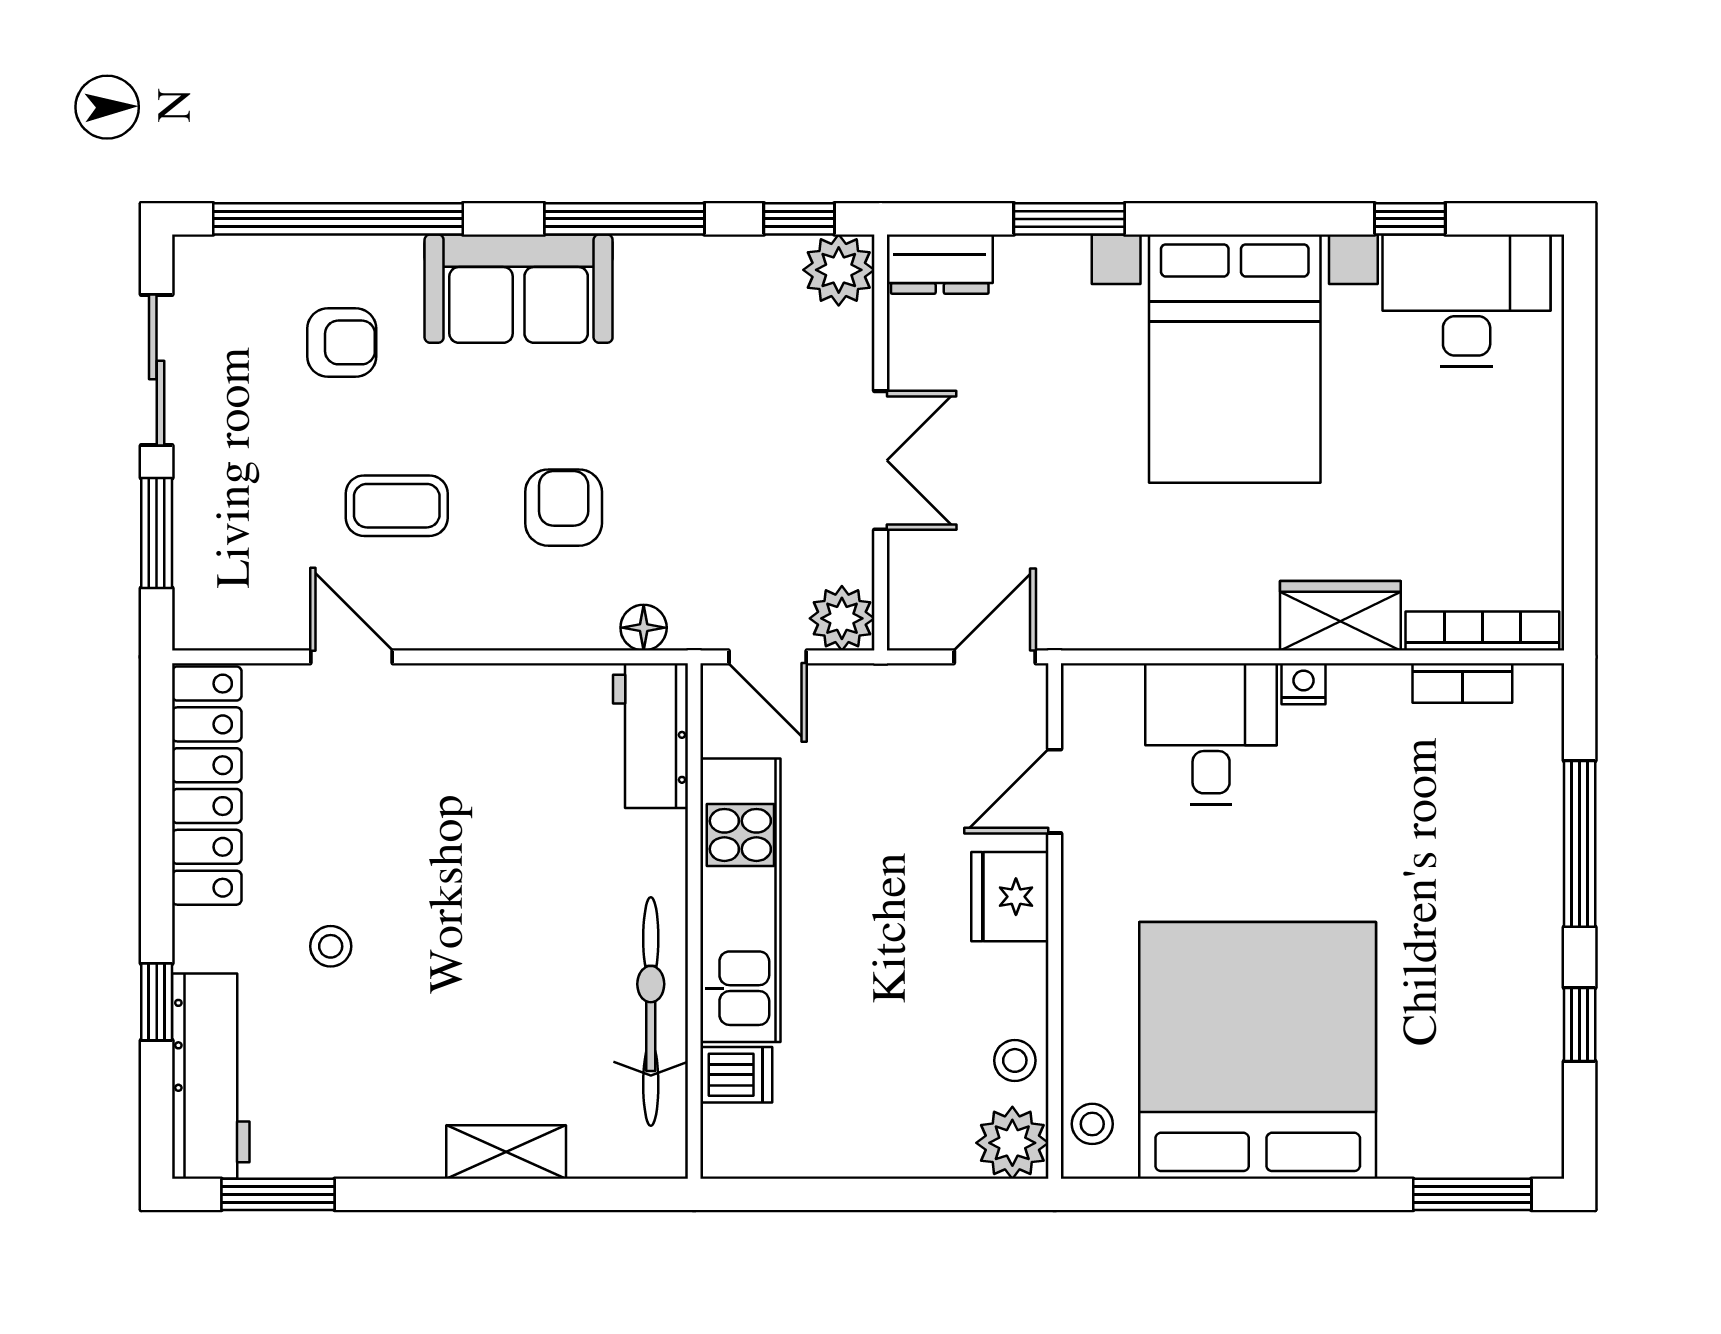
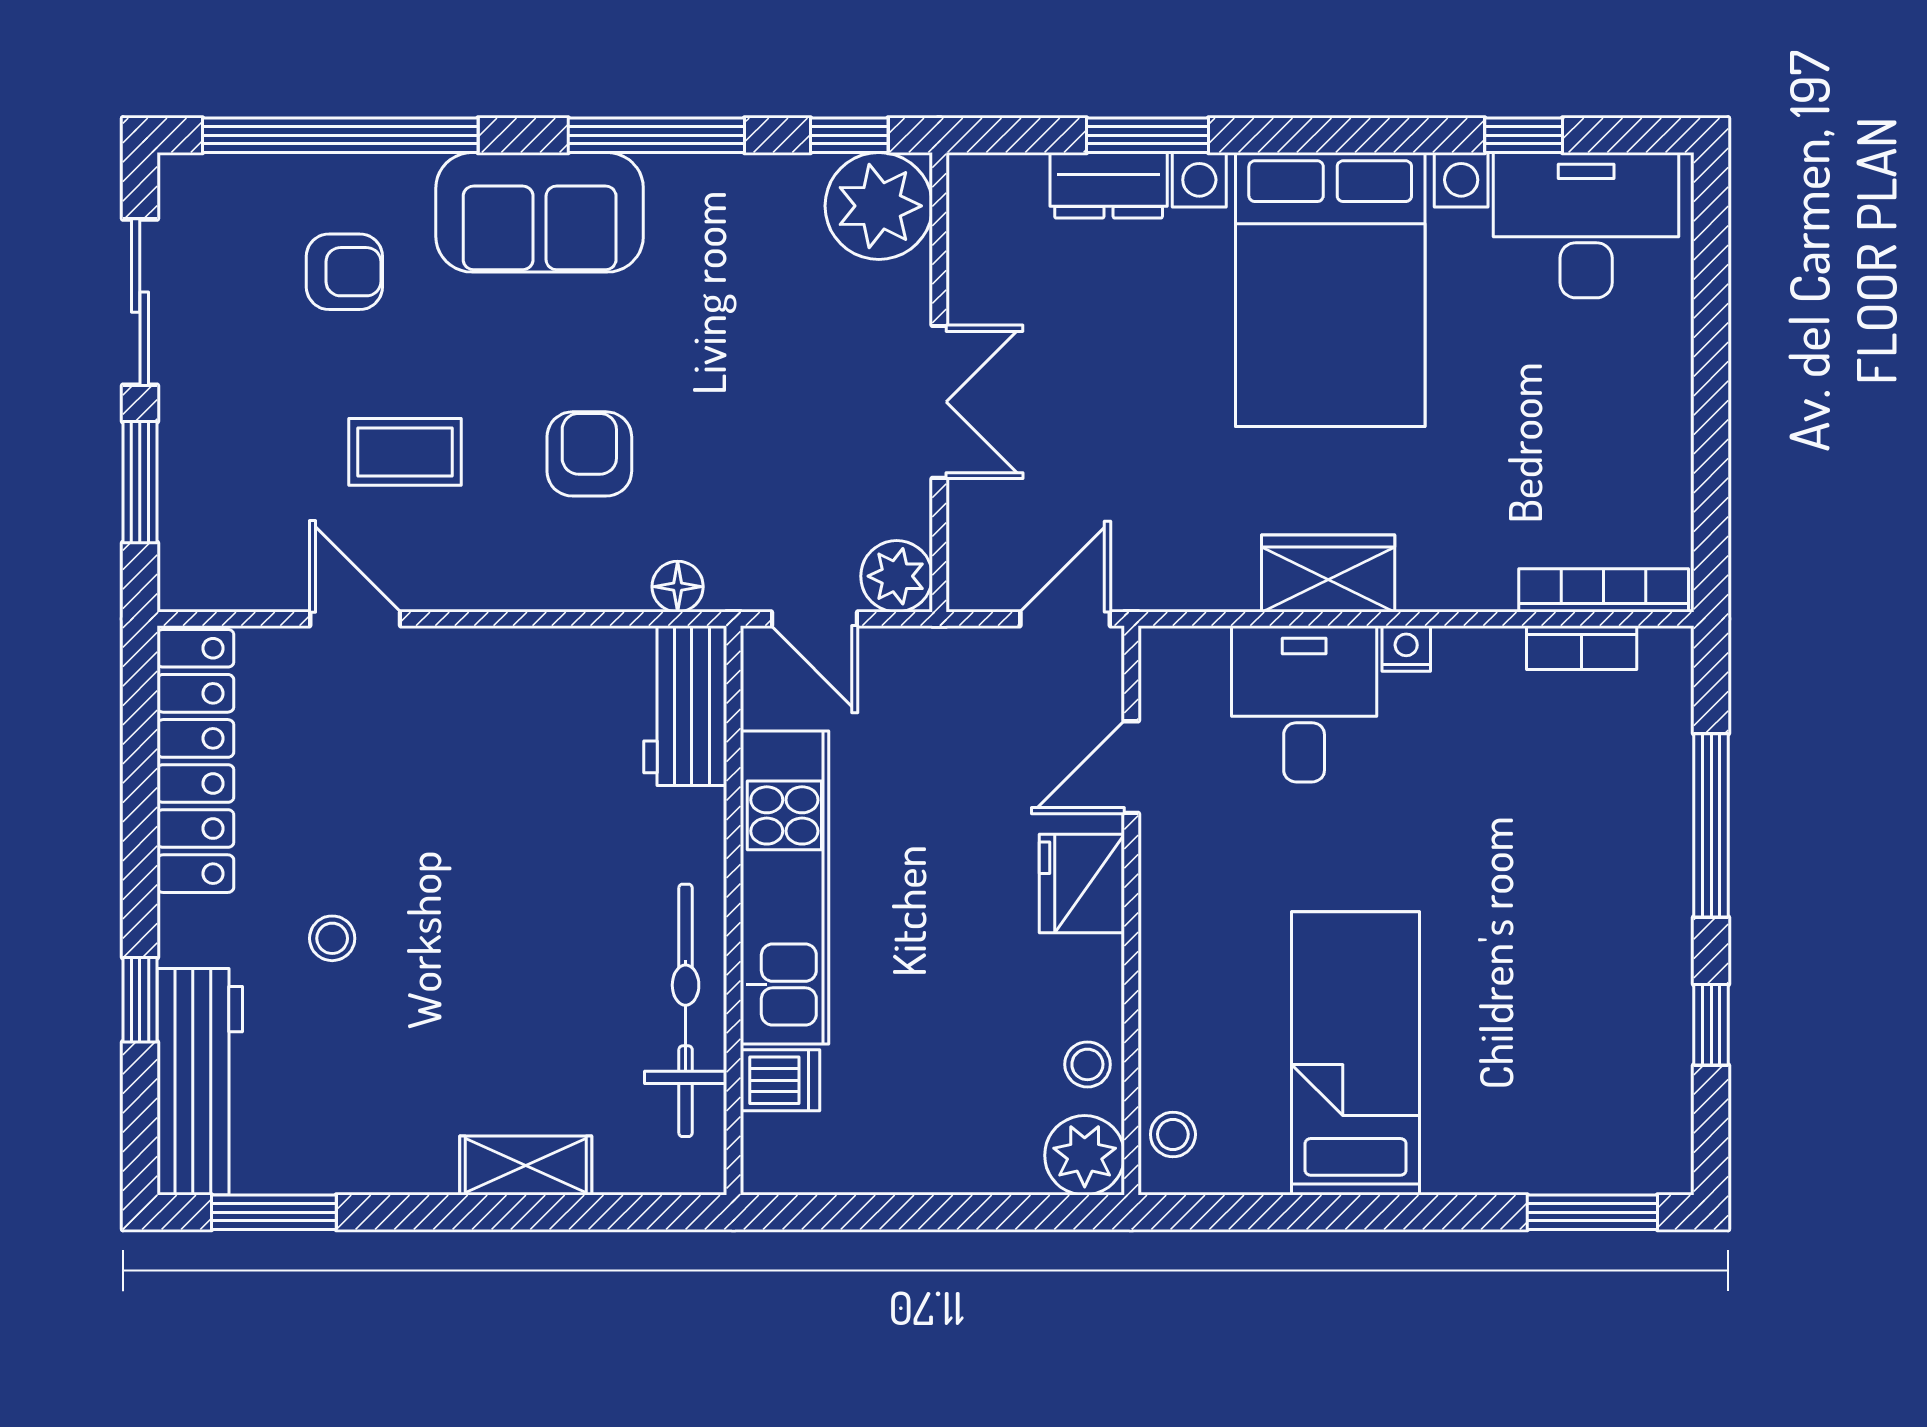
dresser: (940, 264) -> (1109, 185), moved
plant: (839, 270) -> (879, 206), width x1.36, depth x1.36
wardrobe: (1340, 616) -> (1328, 573), moved
bed: (1258, 1050) -> (1356, 1053), width x0.49

